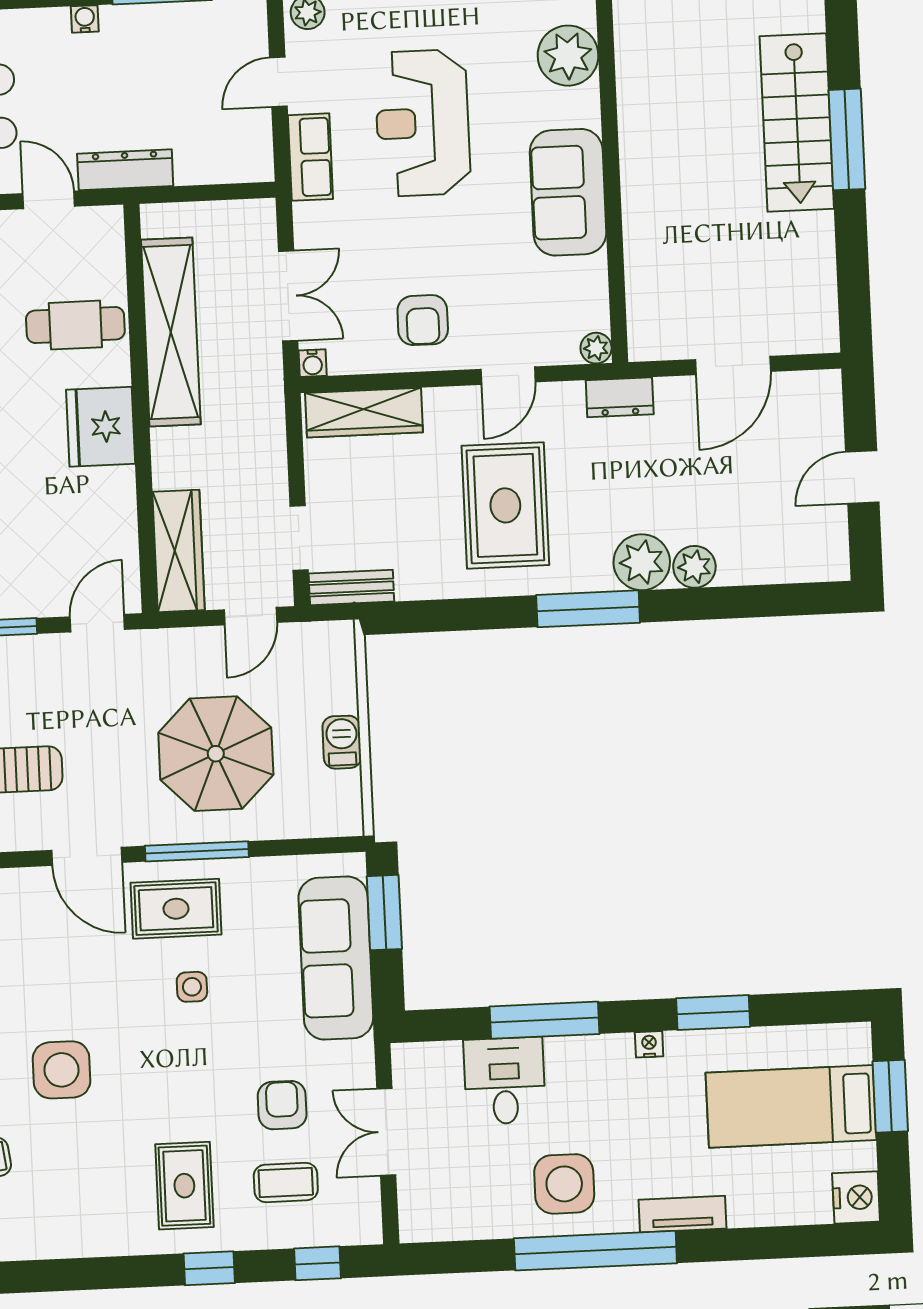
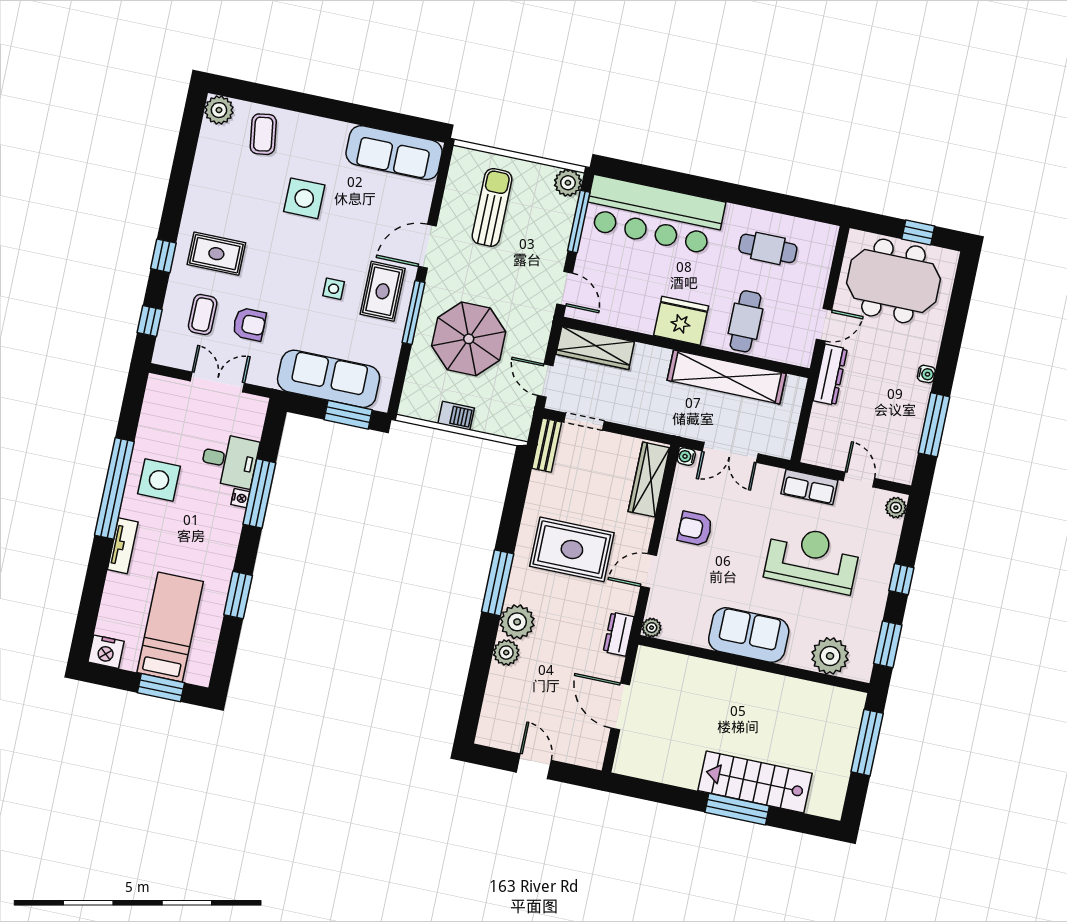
door: (508, 376) -> (649, 571), hinge flipped
nightstand: (649, 1044) -> (240, 498), moved

